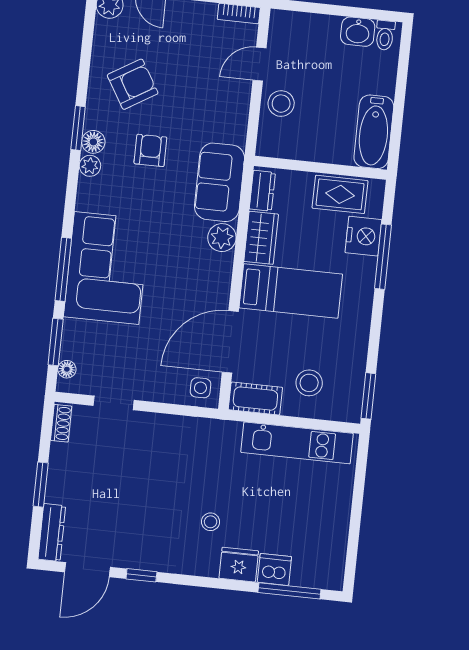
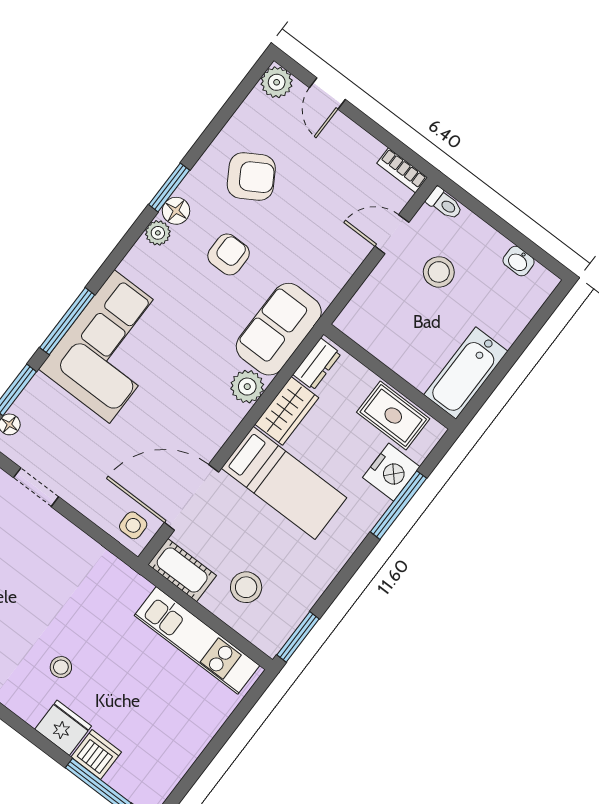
washbasin: (358, 32) -> (519, 261), width x0.72, depth x0.69
toilet: (385, 35) -> (445, 204), moved, turned -90
stool: (281, 104) -> (439, 272), moved

